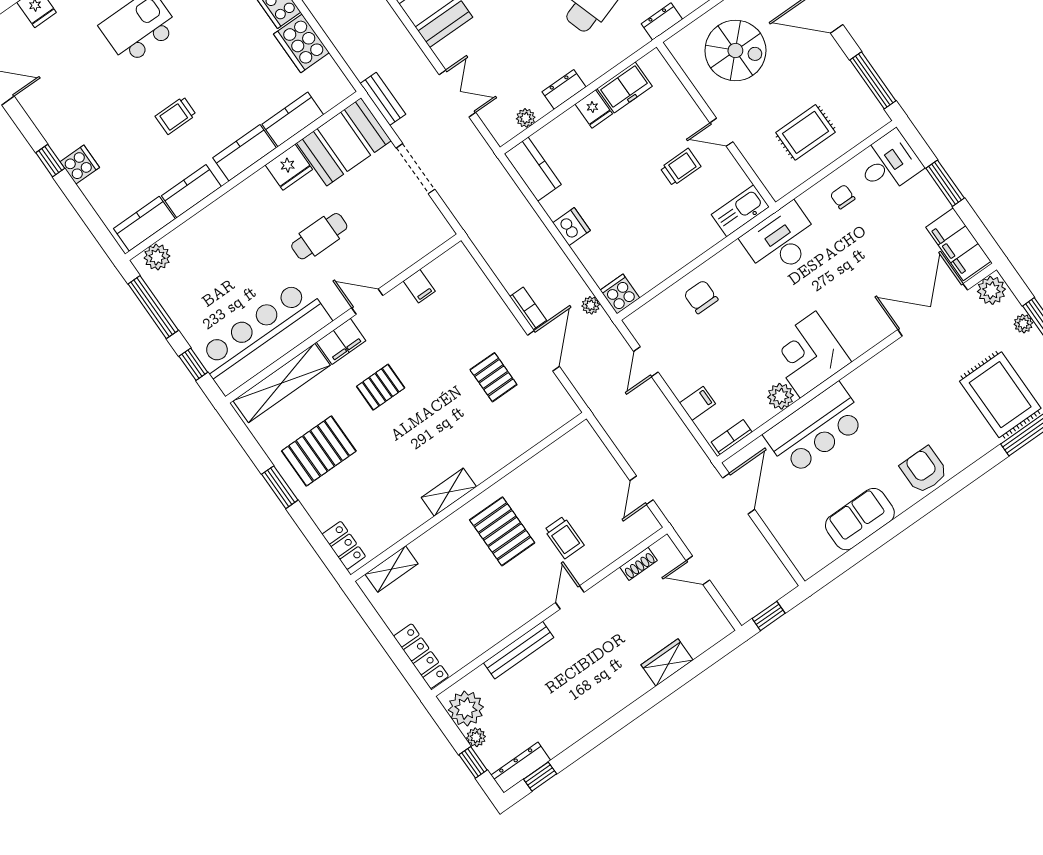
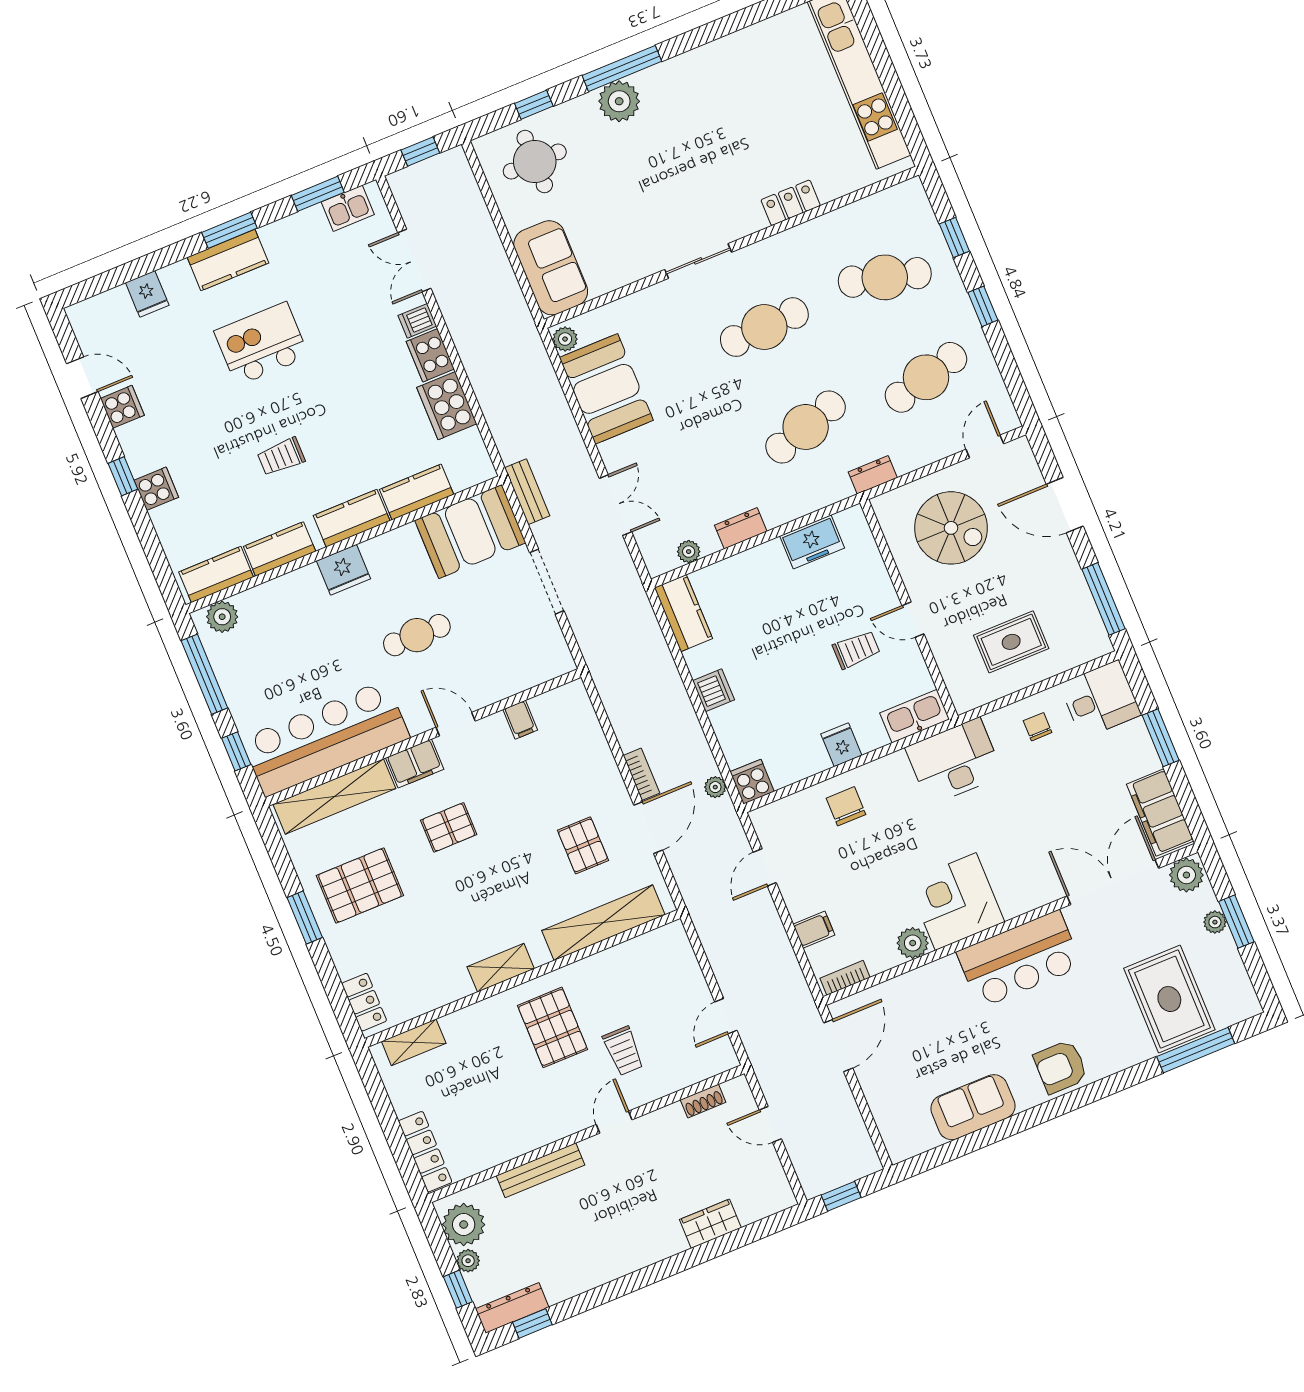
cooker: (37, 104) -> (122, 407), added
fridge: (594, 109) -> (841, 745), moved, turned 180
fridge: (289, 167) -> (344, 570), moved
bar counter: (815, 429) -> (1019, 959), moved
shelving: (524, 436) -> (603, 923), added
armchair: (924, 470) -> (1061, 1067), turned -90

